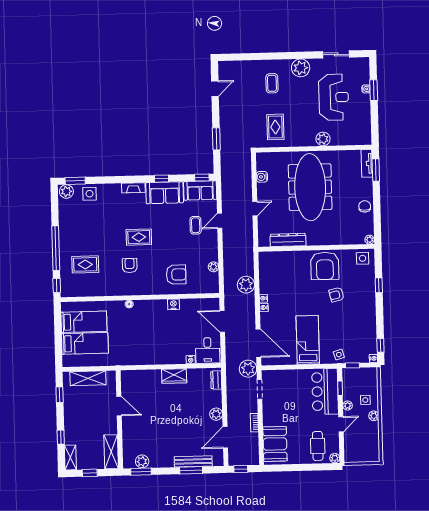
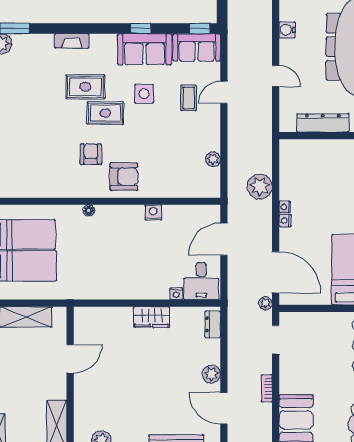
fireplace: (133, 188) -> (72, 41), moved
side table: (90, 194) -> (144, 94), moved
door: (255, 209) -> (276, 76), hinge flipped
rug: (85, 264) -> (85, 87), moved
armchair: (176, 275) -> (124, 177), moved
door: (222, 321) -> (224, 239), hinge flipped
plant: (248, 369) -> (266, 303), width x0.53, depth x0.53
door: (119, 406) -> (70, 359), hinge flipped
door: (225, 437) -> (224, 408), hinge flipped

